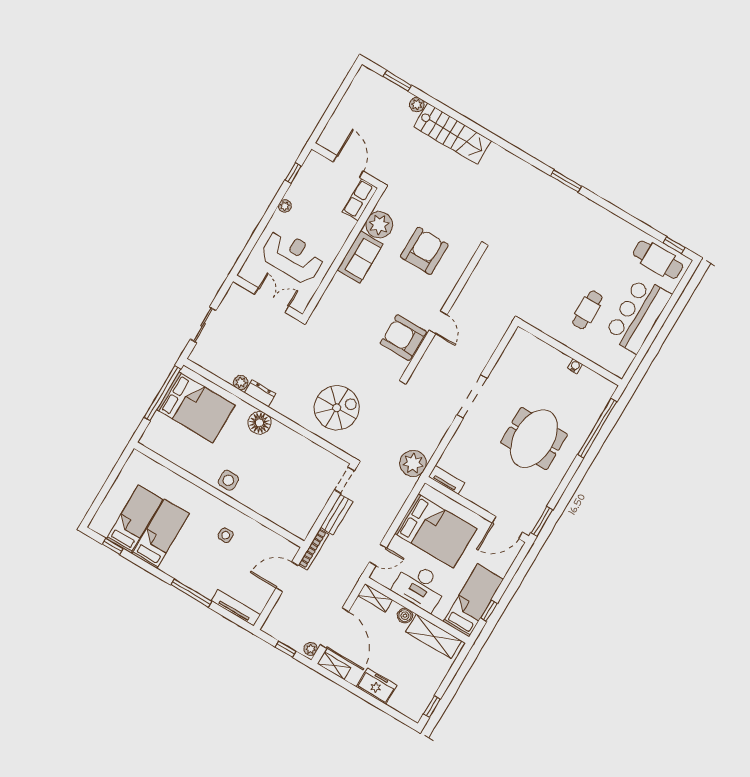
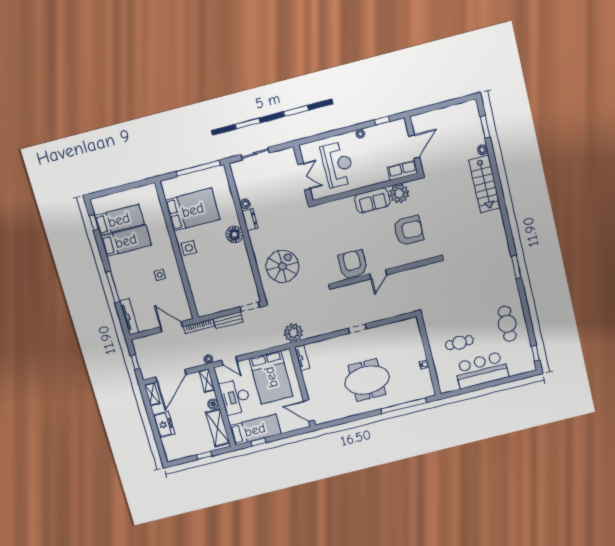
cafe table: (658, 260) -> (507, 324), moved
doorway: (472, 396) -> (357, 329), width x0.53
bed: (196, 407) -> (193, 210), moved, turned -90
spiral stairs: (337, 408) -> (282, 266), turned -90
window: (542, 521) -> (329, 424), removed
plant: (311, 649) -> (208, 359), moved
window: (432, 707) -> (204, 455), moved

